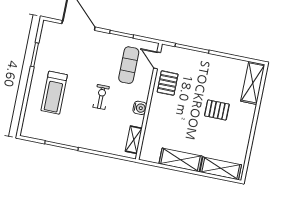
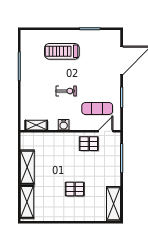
shelving: (253, 83) -> (114, 204), moved, turned 90
pallet: (217, 110) -> (75, 189), turned 90

